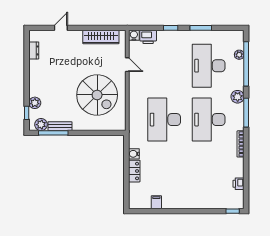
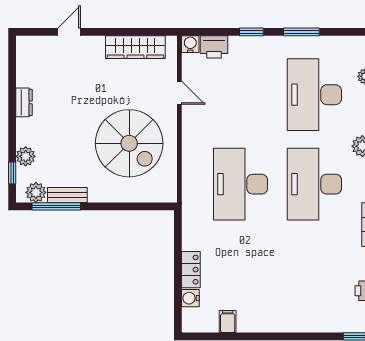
dresser: (34, 50) -> (24, 102), moved
water cooler: (134, 154) -> (190, 298), moved

